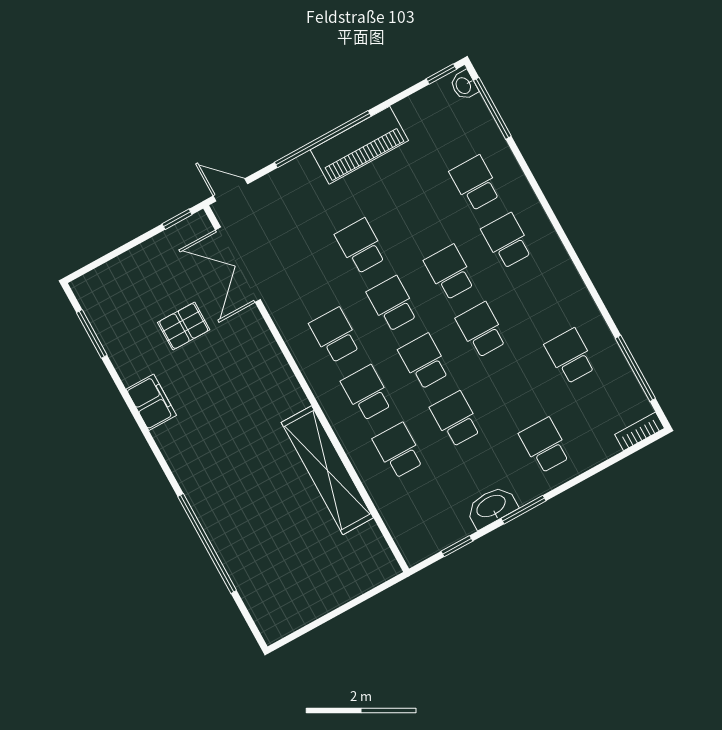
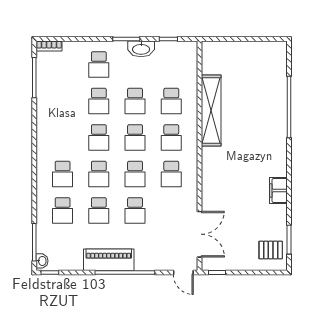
school desk: (418, 215) -> (99, 210), added
pallet: (184, 326) -> (271, 250), moved
school desk: (570, 356) -> (99, 101), moved

